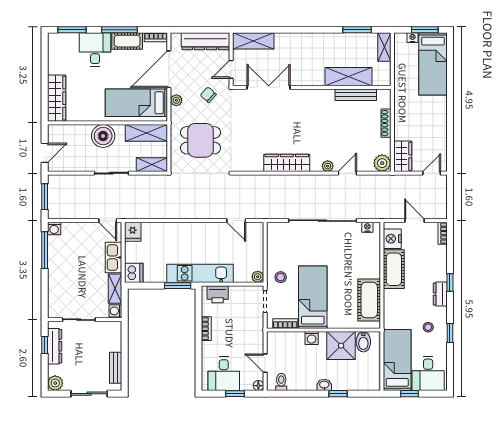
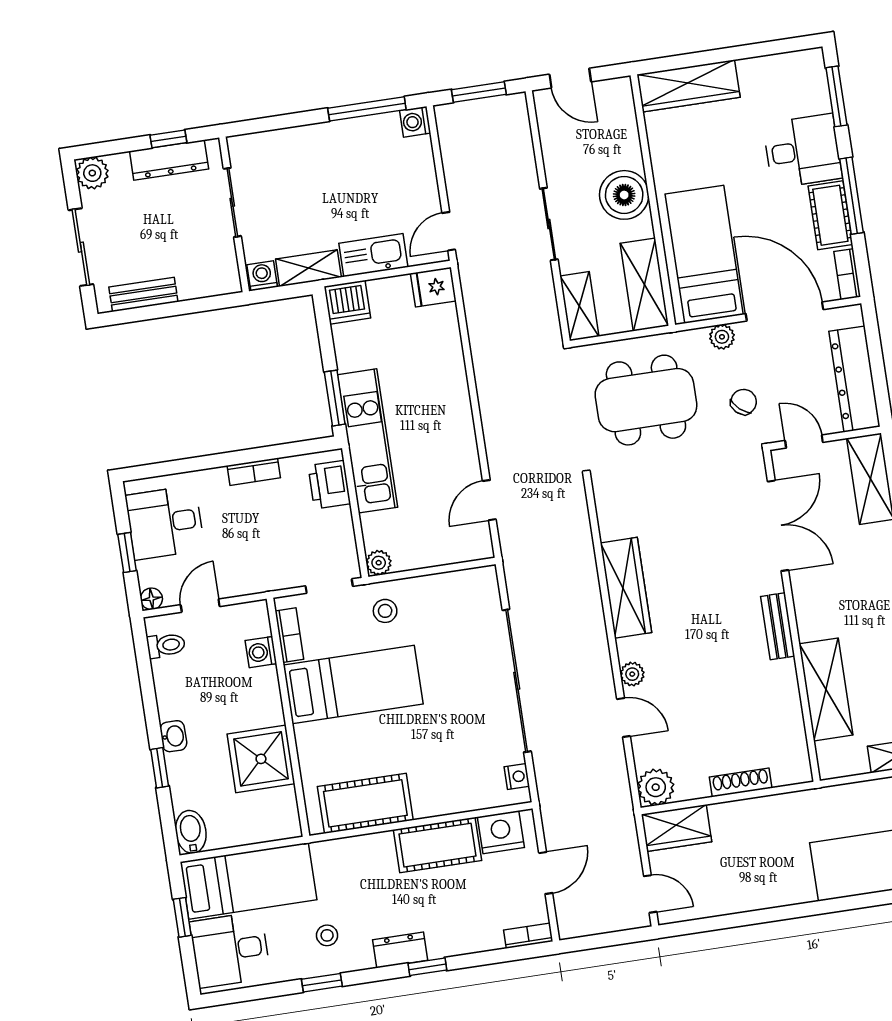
bench: (356, 95) -> (778, 626), moved, width x0.73
dining table: (201, 140) -> (646, 400), width x1.38
washing machine: (312, 338) -> (261, 652), moved
bidet: (363, 342) -> (191, 832), moved, turned 90

